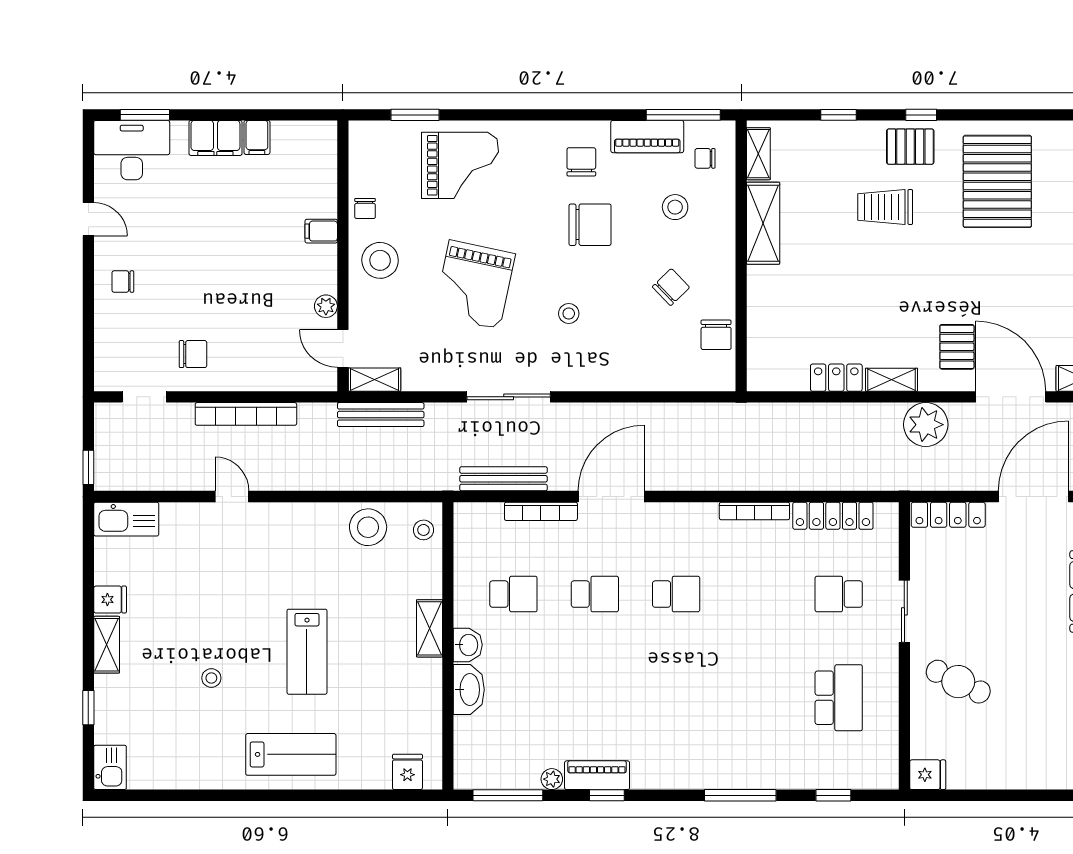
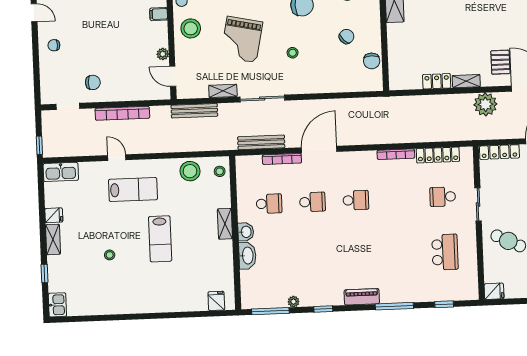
shelving: (375, 380) -> (223, 91), moved
lab bench: (291, 754) -> (133, 190), moved
piano: (597, 775) -> (362, 297), moved

